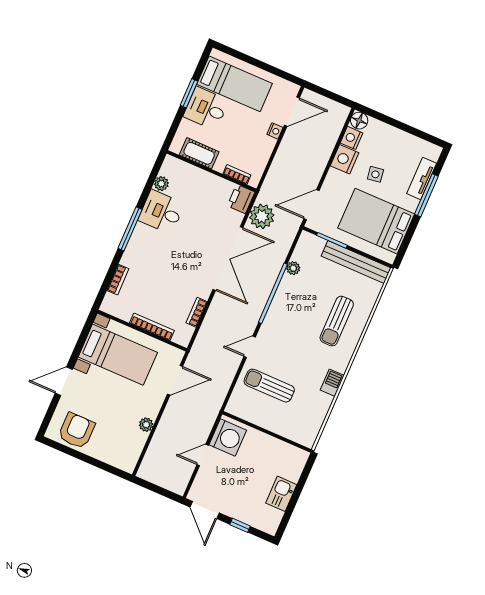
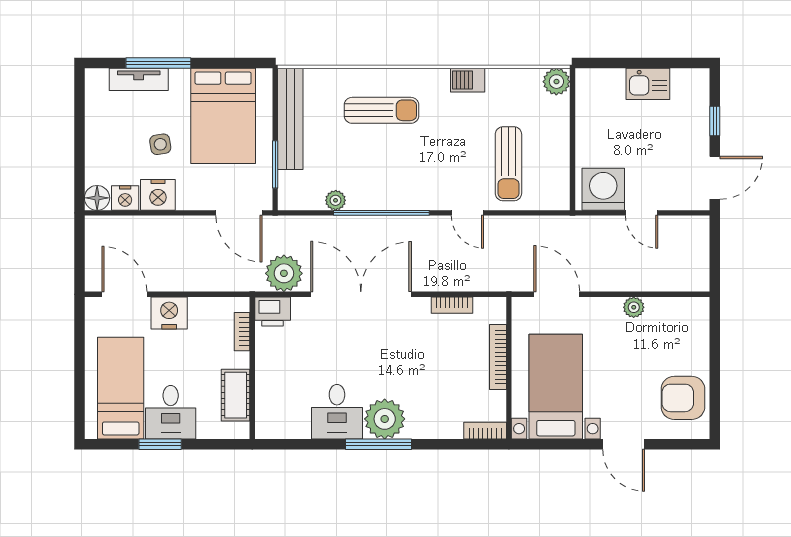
nightstand: (275, 131) -> (169, 313), width x1.89, depth x1.79
plant: (161, 184) -> (385, 419), moved, width x1.87, depth x1.87
bookcase: (118, 280) -> (485, 431), moved
plant: (307, 438) -> (556, 82), added

